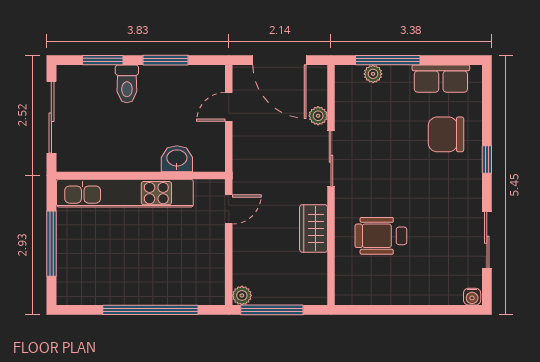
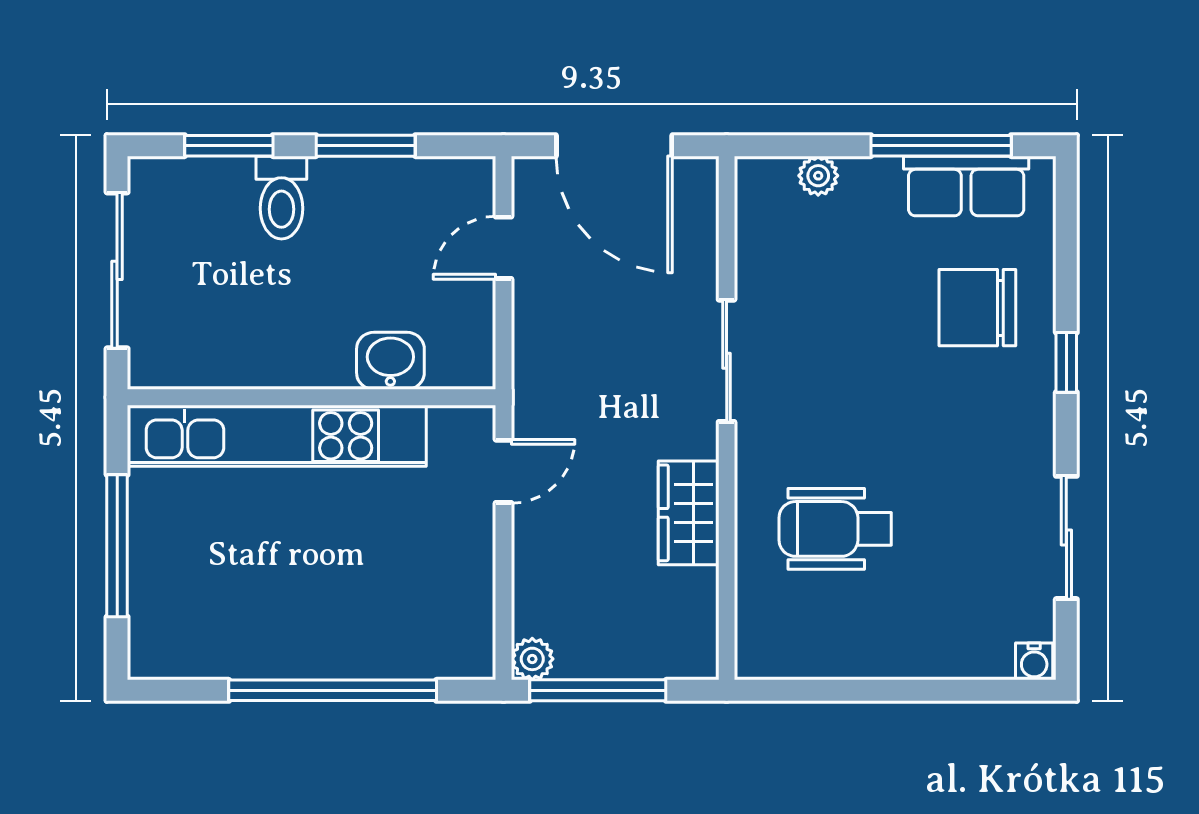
window: (388, 60) -> (941, 146), moved
plant: (318, 116) -> (698, 267), removed

